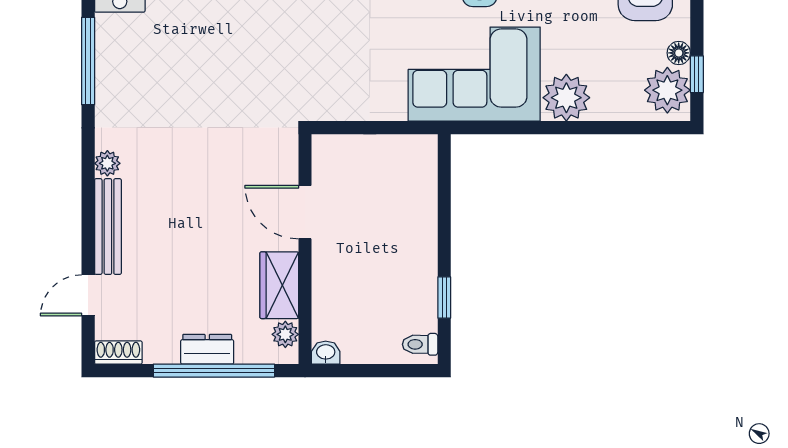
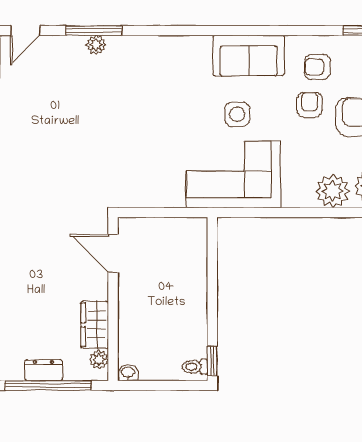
plant: (566, 98) -> (332, 191), moved
door: (305, 212) -> (113, 253), moved
window: (444, 297) -> (212, 361), moved

